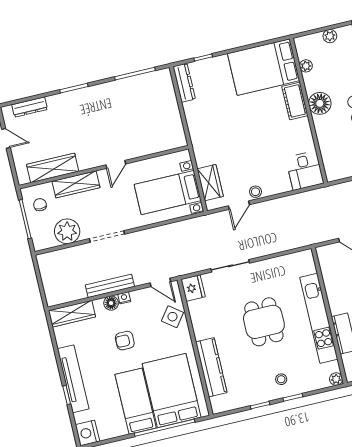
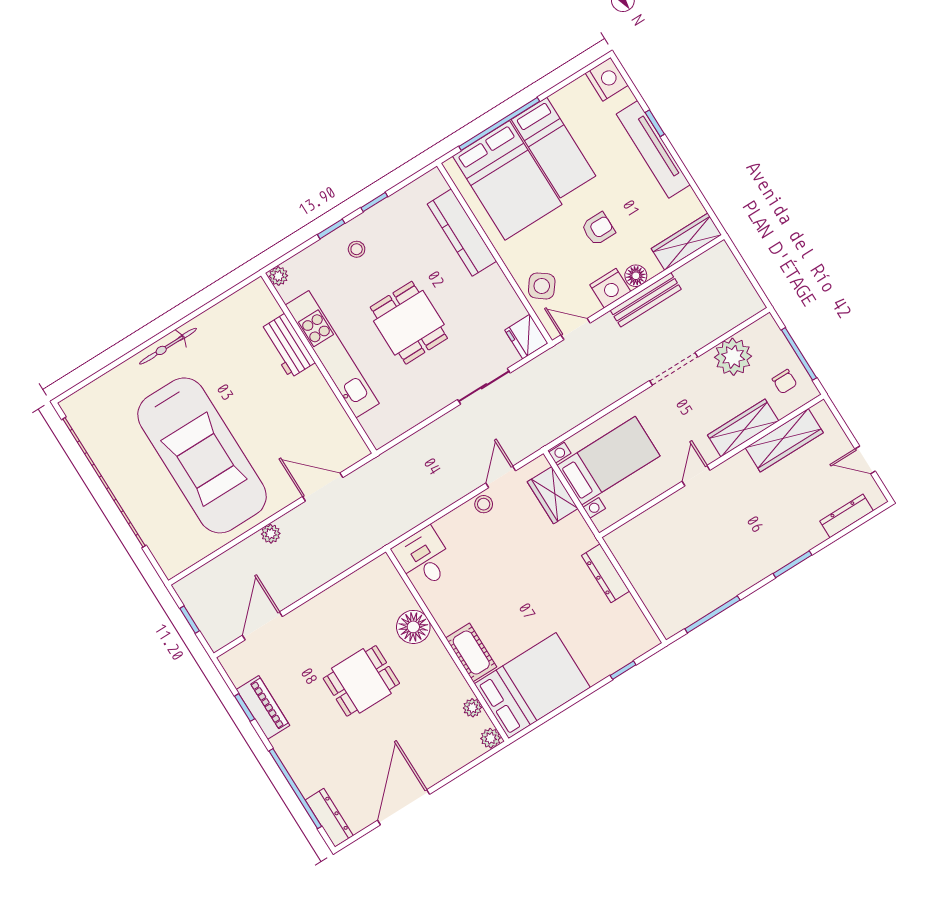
plant: (330, 36) -> (491, 738), moved
dresser: (184, 83) -> (606, 573), moved
floor lamp: (320, 103) -> (413, 627), moved
nightstand: (124, 298) -> (610, 288), width x1.89, depth x1.79

